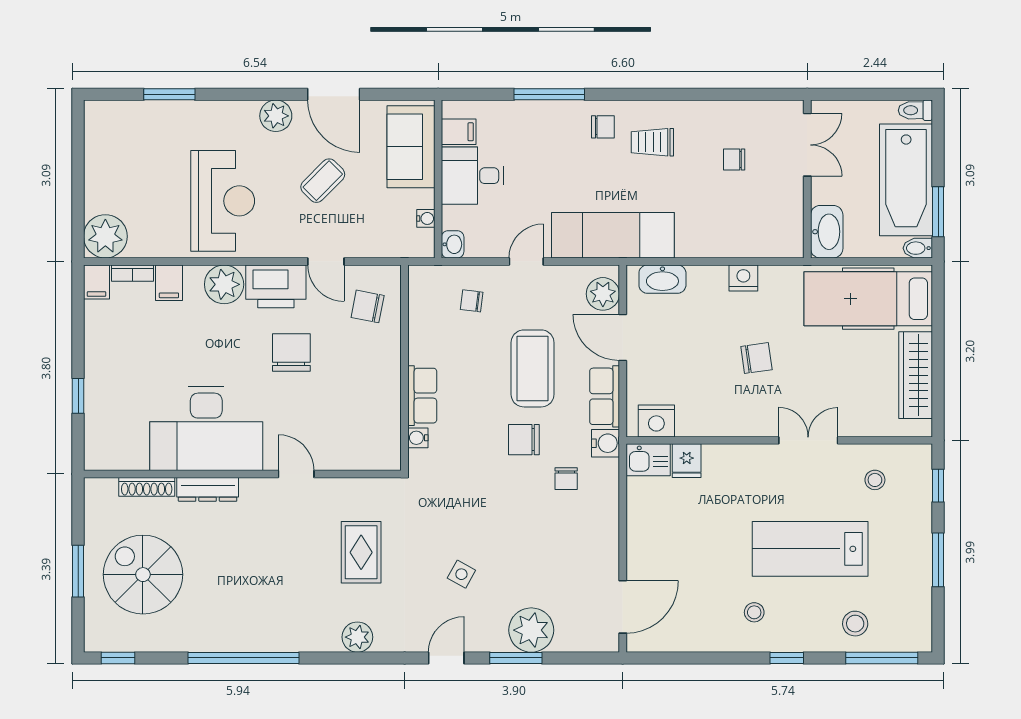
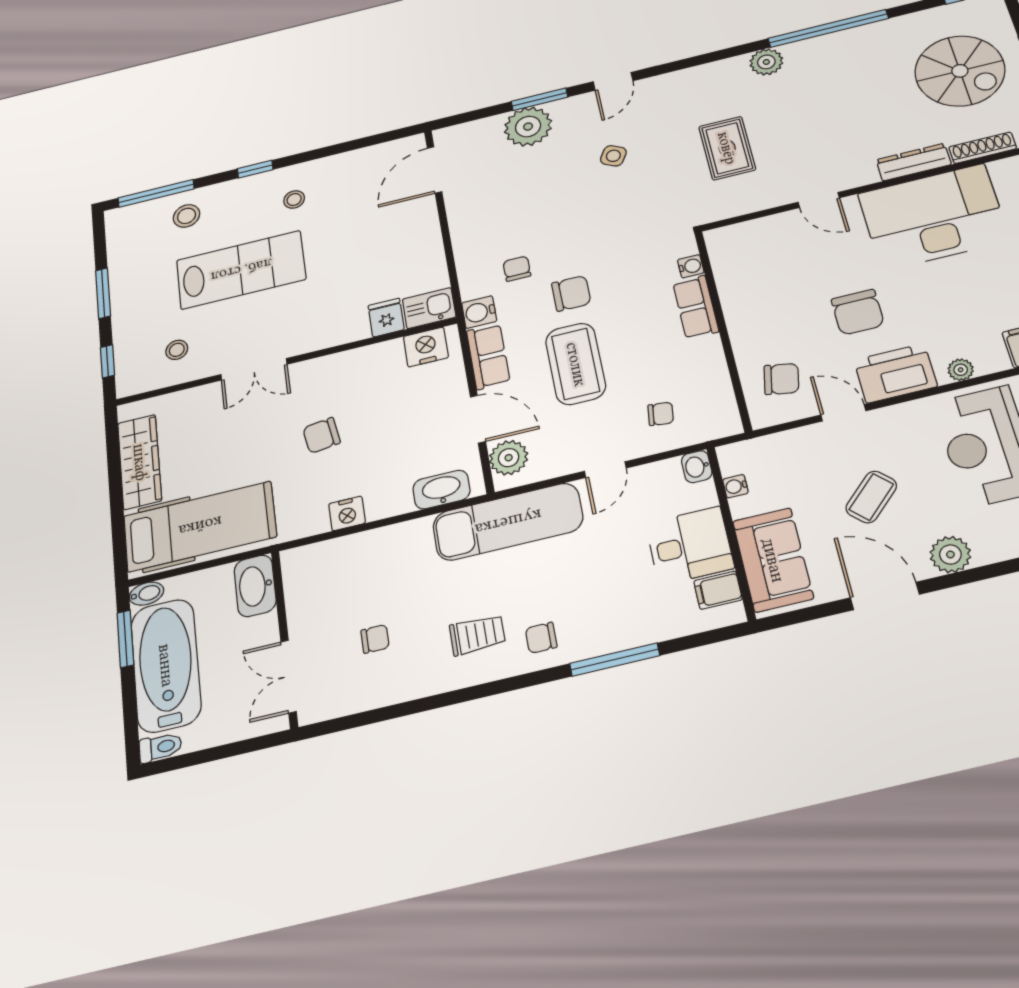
plant: (224, 284) -> (961, 370), width x0.53, depth x0.53
plant: (357, 637) -> (766, 62), moved

